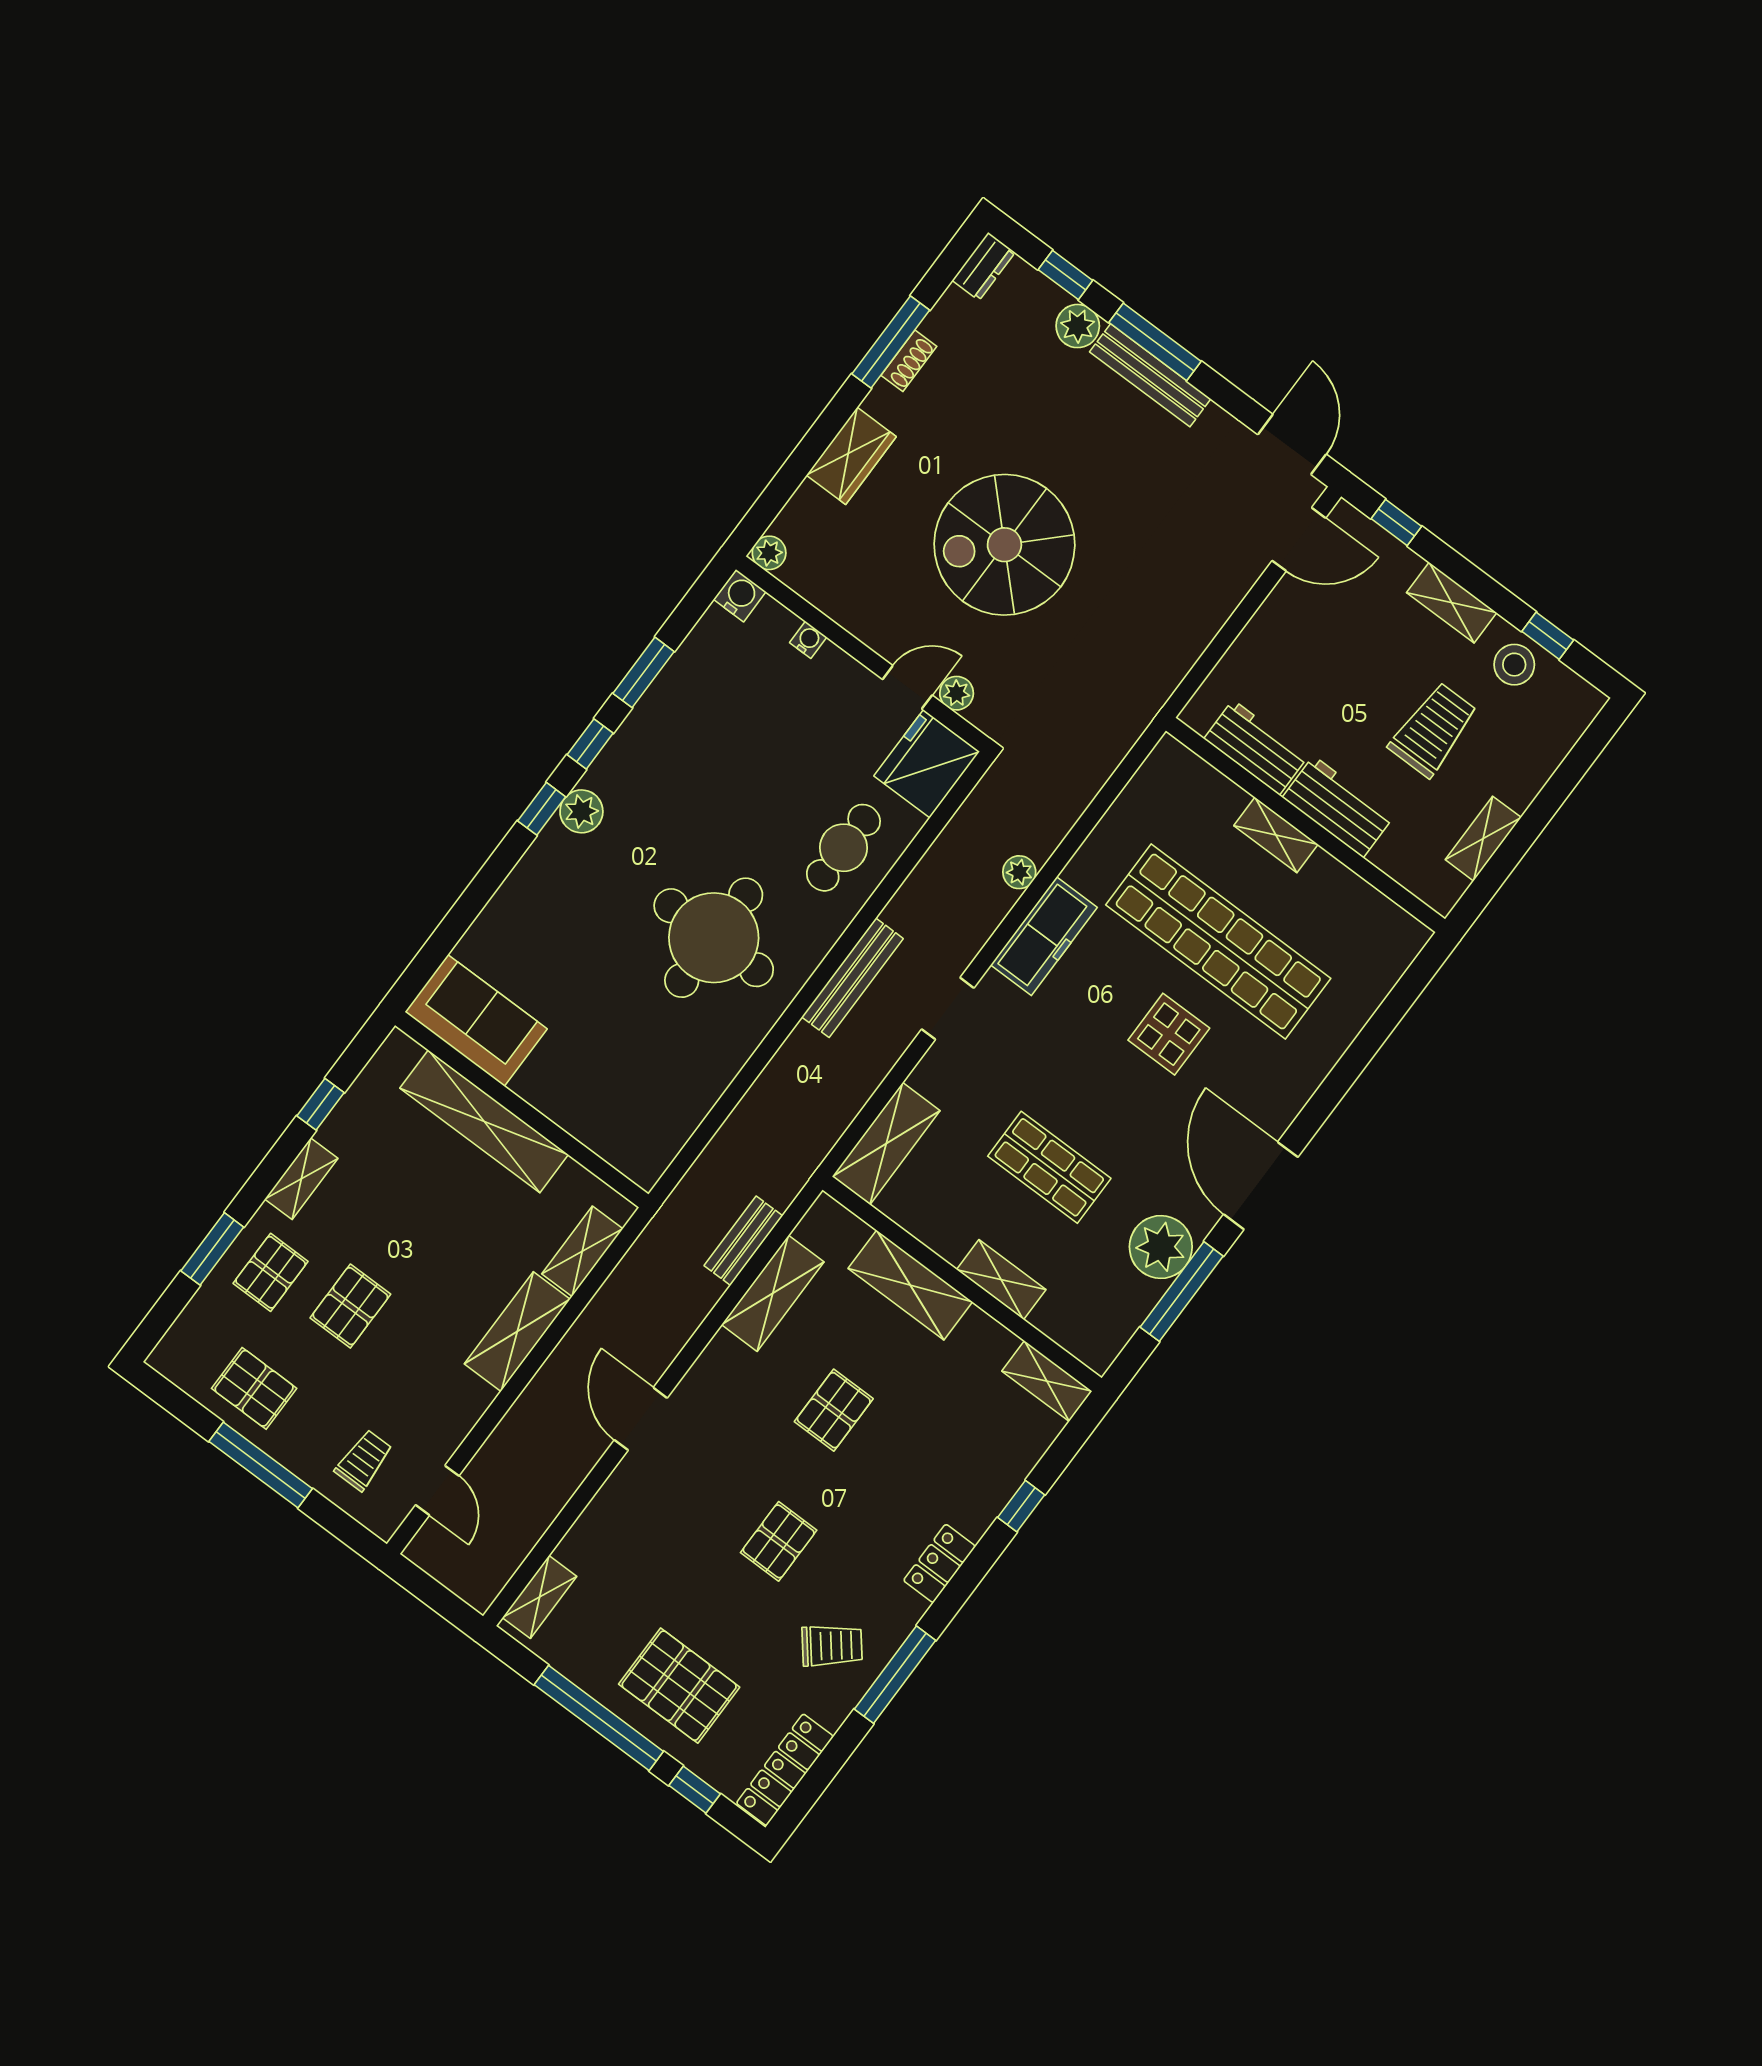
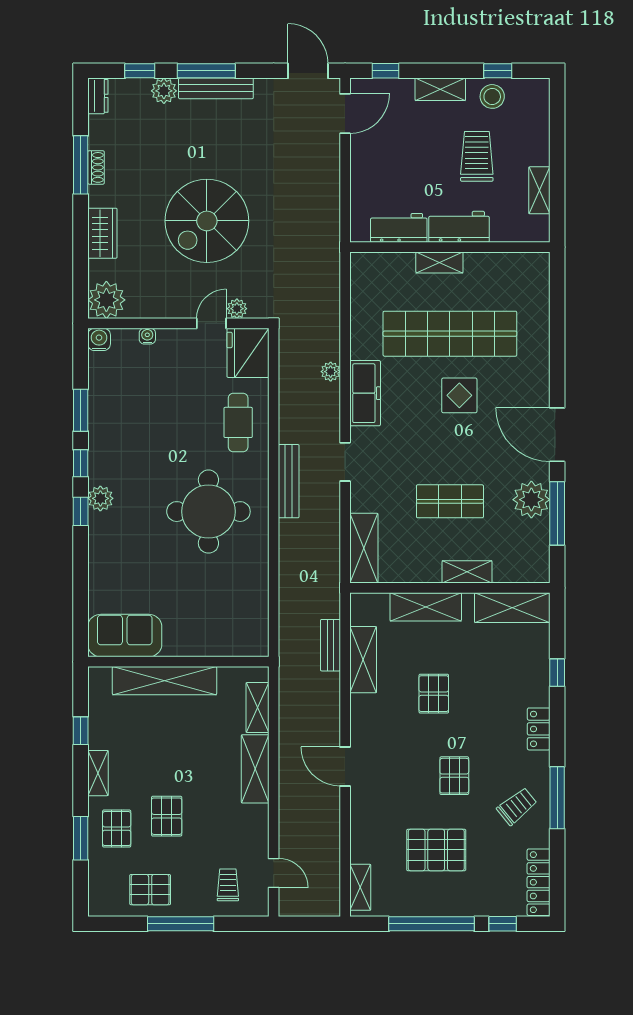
plant: (769, 553) -> (106, 300), width x1.87, depth x1.87
shelving: (1047, 1381) -> (512, 608), width x1.50, depth x1.33
pallet: (679, 1686) -> (436, 850), moved

